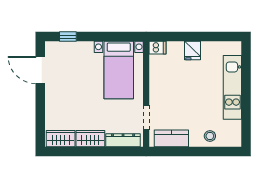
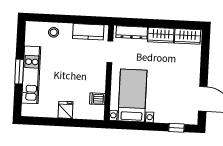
dishwasher: (158, 48) -> (97, 99), moved
window: (246, 90) -> (19, 72), added

